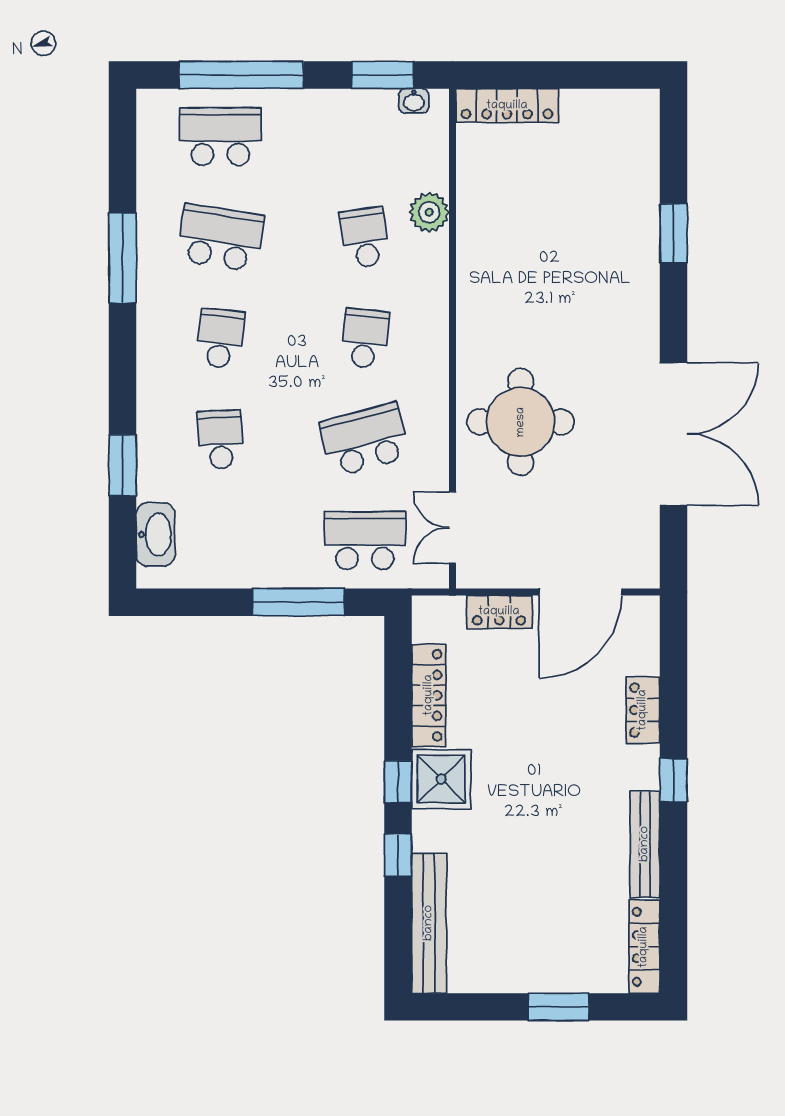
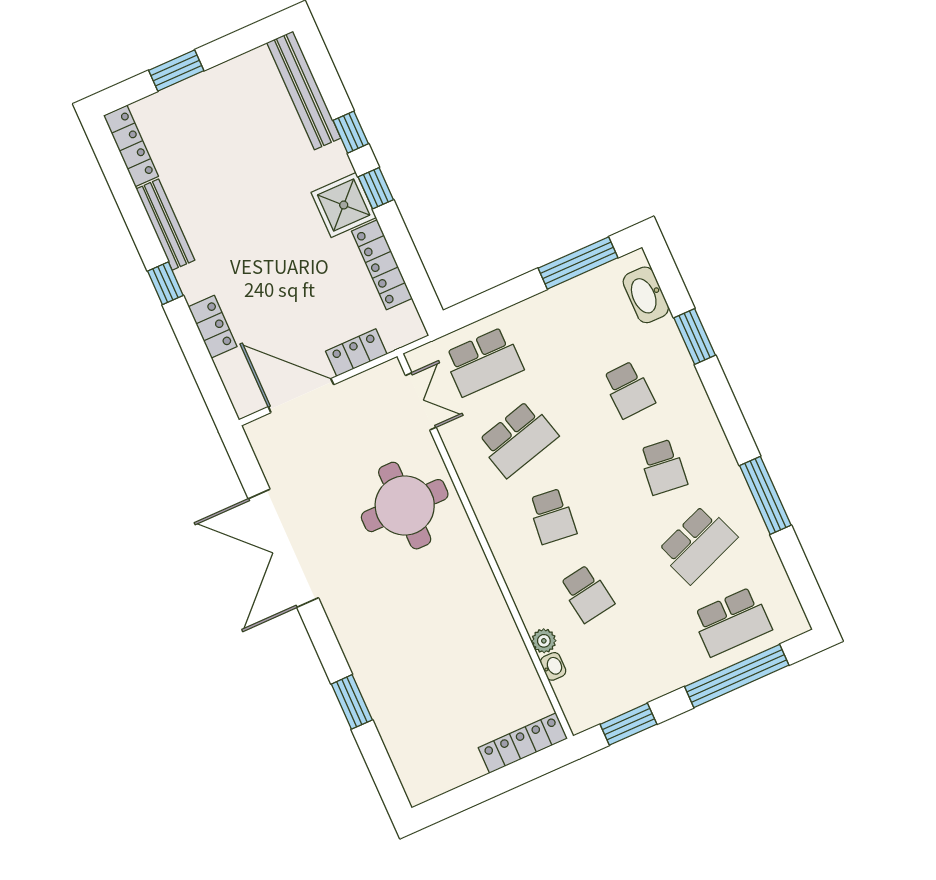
washbasin: (414, 101) -> (553, 666), moved, turned 90
plant: (429, 212) -> (544, 641), width x0.73, depth x0.73
school desk: (220, 238) -> (697, 544), turned -30
door: (580, 592) -> (301, 396), hinge flipped
window: (298, 602) -> (578, 263), moved

